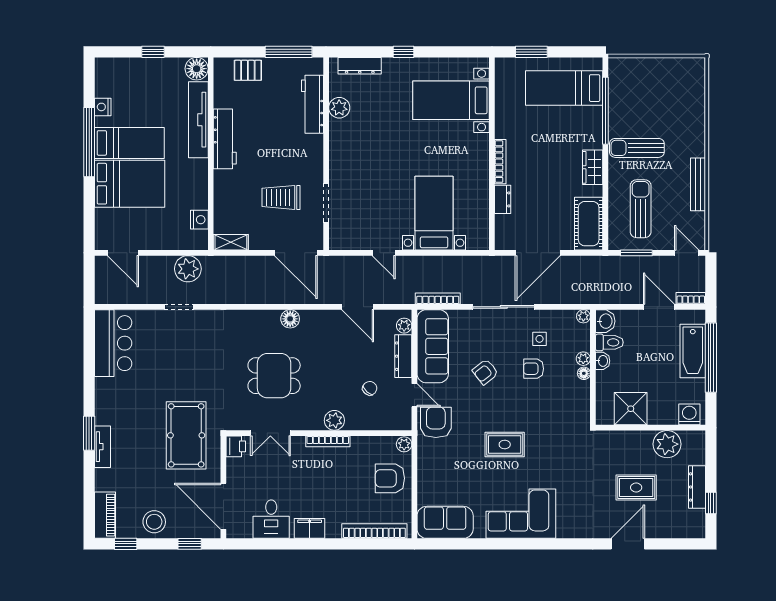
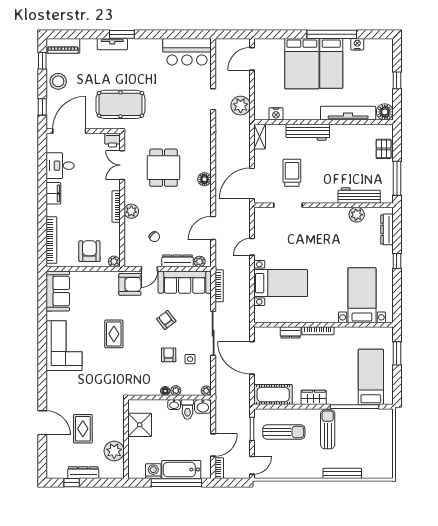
workbench: (225, 139) -> (308, 132), moved
bench: (698, 184) -> (342, 473), moved
washing machine: (689, 414) -> (153, 471), moved, turned -90

